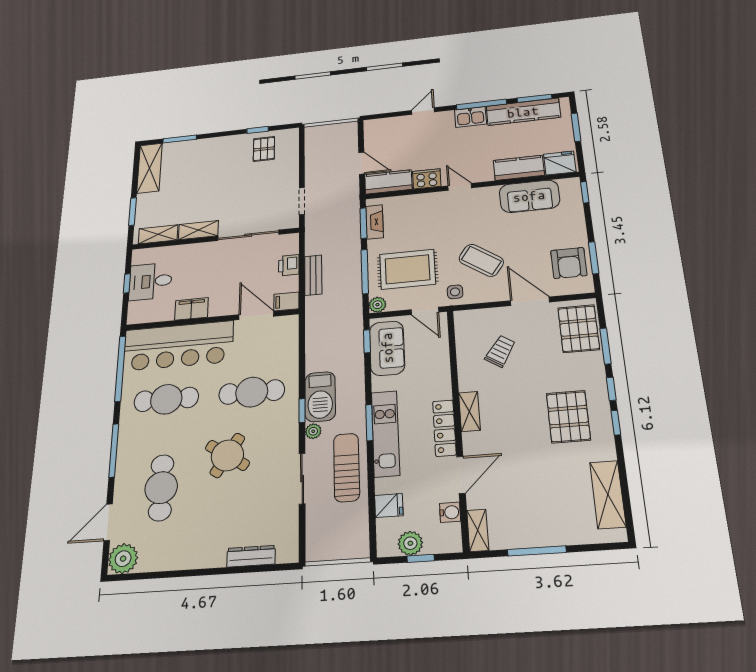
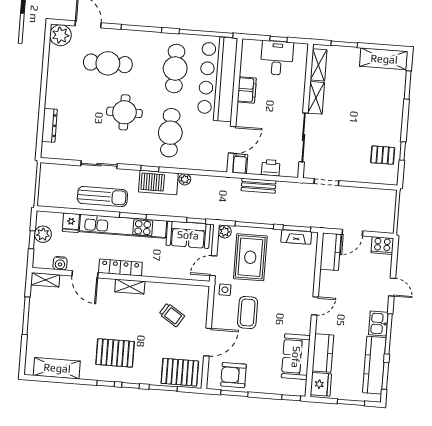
cooker: (427, 179) -> (382, 246), moved, turned 90
coffee table: (481, 260) -> (248, 312), turned -35
plant: (313, 431) -> (185, 179), moved
kitchen unit: (385, 433) -> (123, 226), width x1.36
round table: (227, 455) -> (124, 112), turned -33

